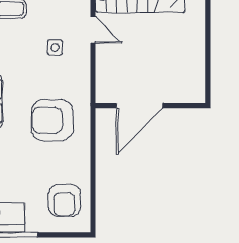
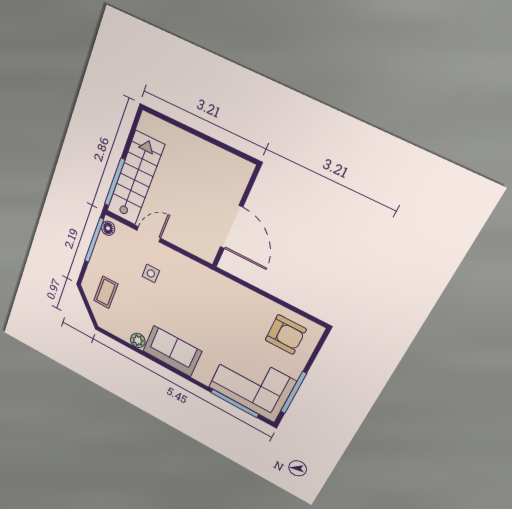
armchair: (52, 120) -> (211, 308), removed

